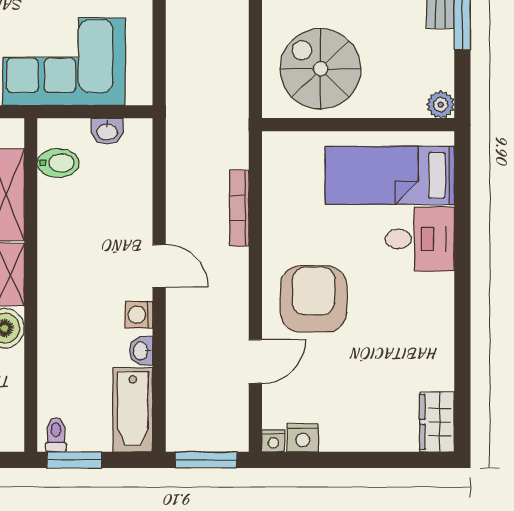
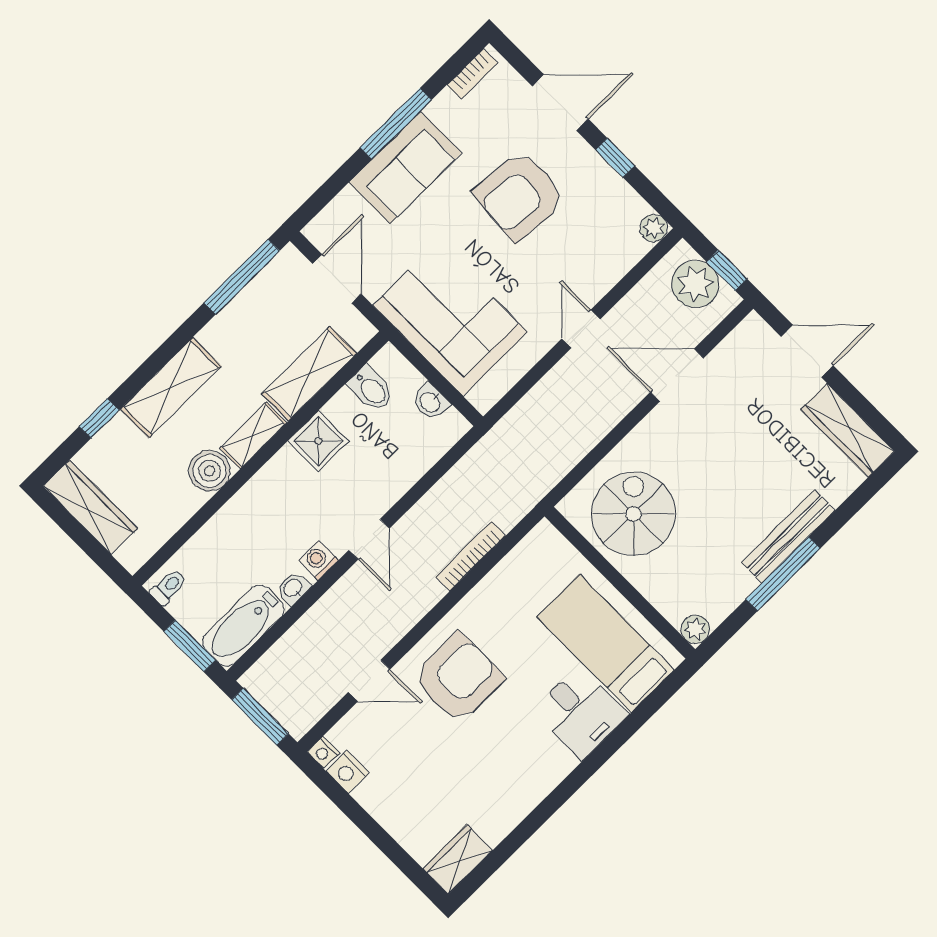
shower: (58, 234) -> (318, 441), added
window: (74, 460) -> (190, 646), moved

